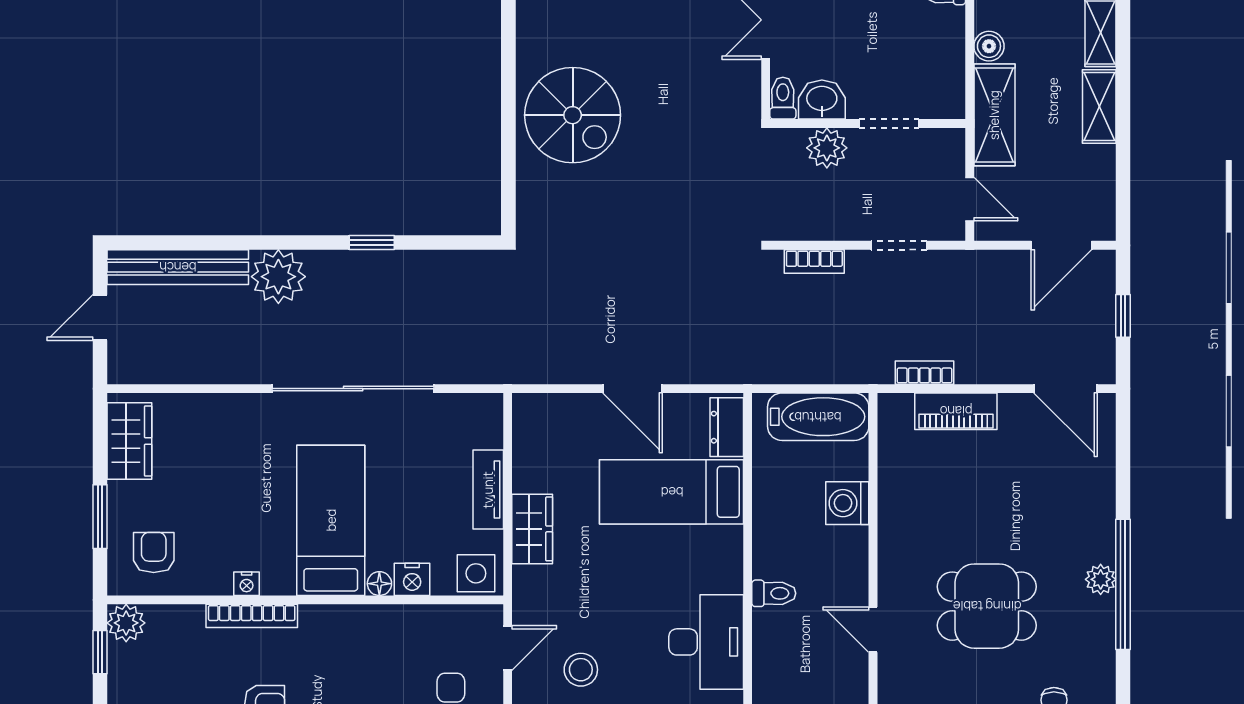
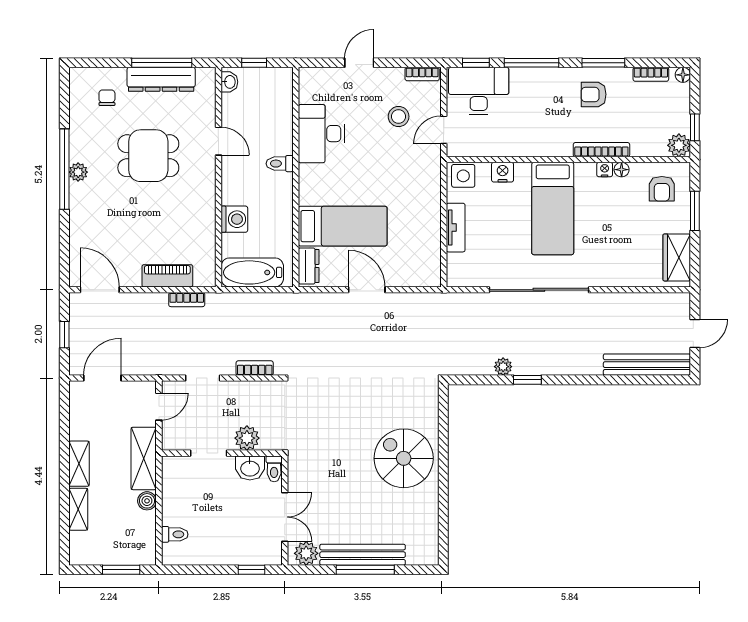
door: (970, 199) -> (159, 407), swing flipped
plant: (278, 277) -> (503, 367), moved, width x0.53, depth x0.53
wardrobe: (532, 529) -> (429, 203), removed
floor lamp: (379, 584) -> (622, 170), moved

